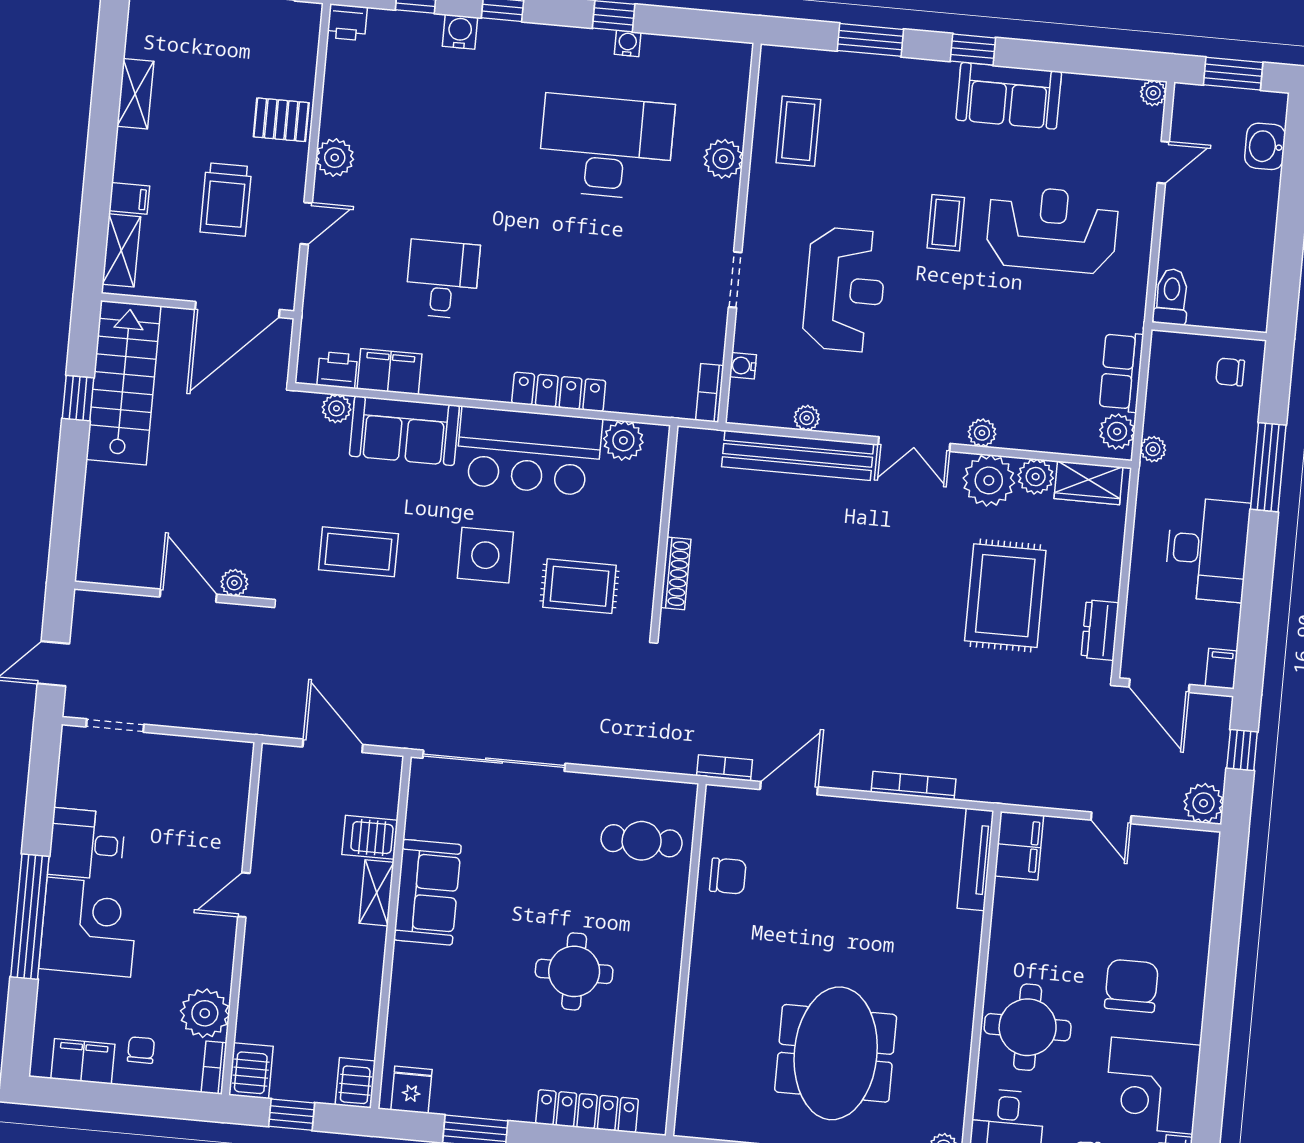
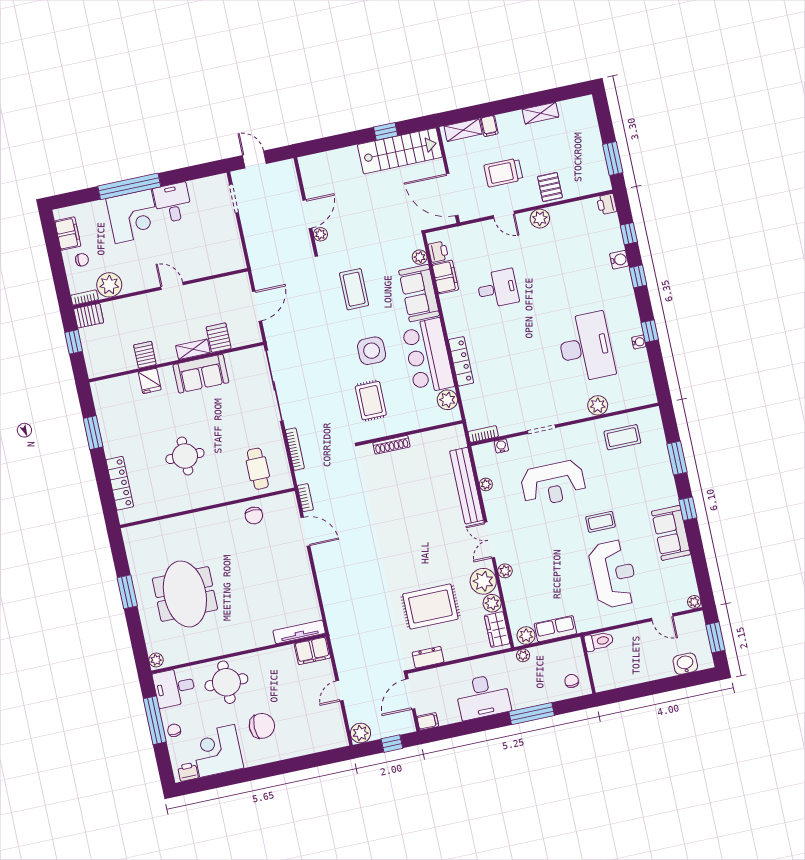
bookcase: (913, 786) -> (295, 449), moved
meeting table: (836, 1053) -> (185, 594), turned 90
server rack: (355, 1083) -> (145, 355), moved, turned -90
fridge: (411, 1090) -> (150, 381), moved, turned 90

